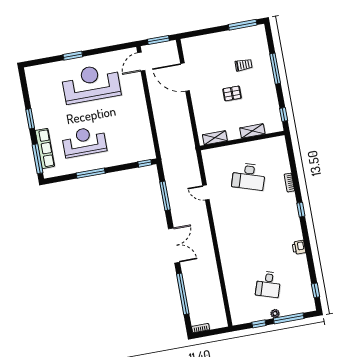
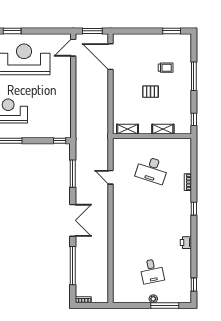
window: (243, 25) -> (172, 31), width x0.69
door: (185, 77) -> (110, 57), moved
desk: (268, 284) -> (152, 271), turned -30
window: (259, 324) -> (137, 305), removed

